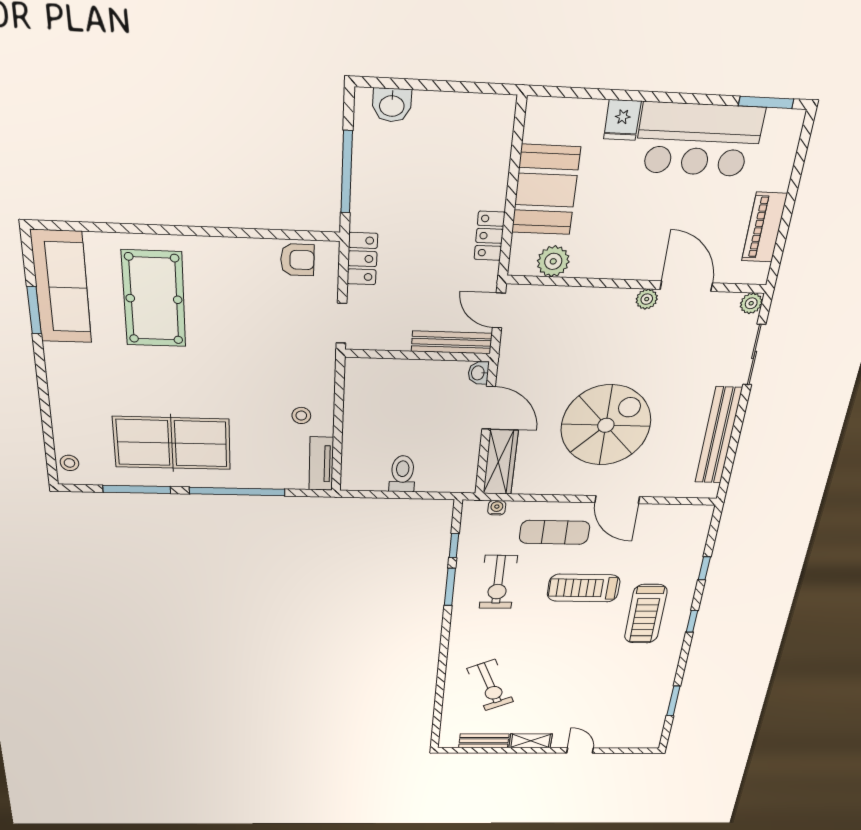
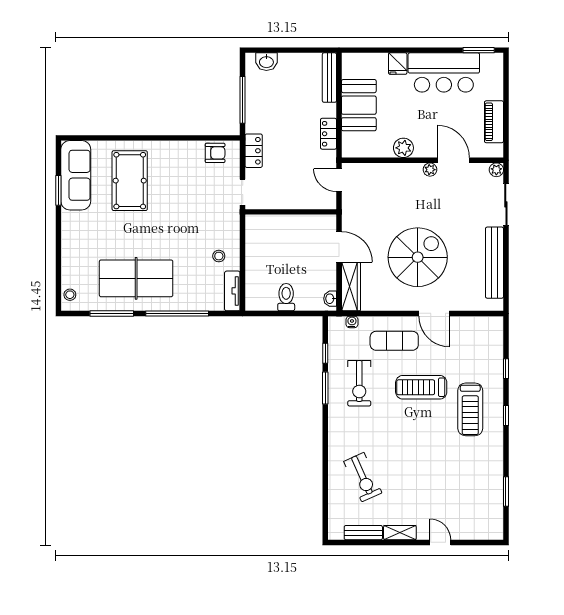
plant: (553, 261) -> (403, 148), moved
bench: (452, 342) -> (329, 78), moved, turned 90
washbasin: (478, 373) -> (330, 299), moved

